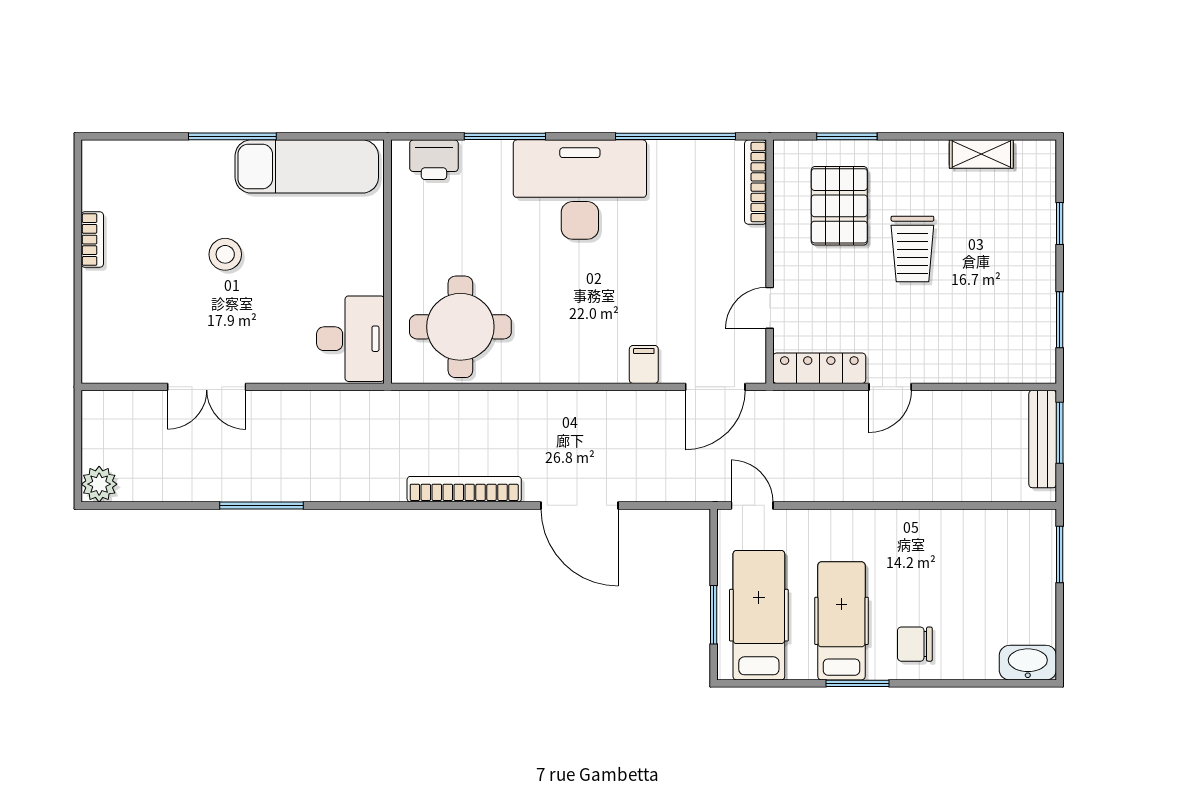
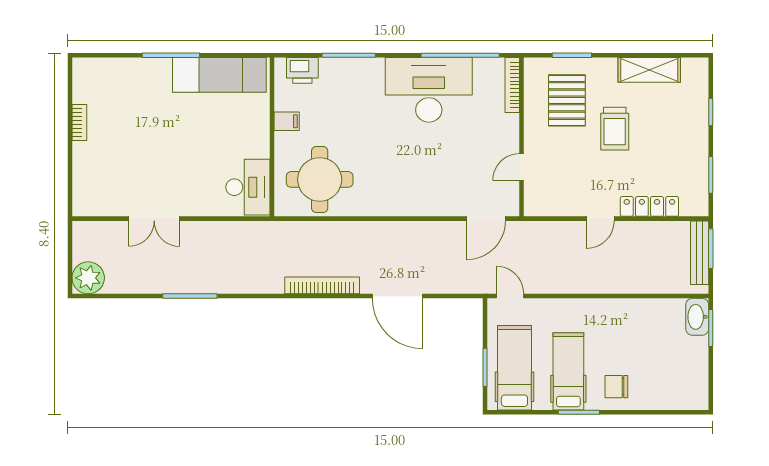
shelving: (981, 154) -> (649, 70), width x1.50, depth x1.33
desk: (580, 190) -> (429, 90), moved
stool: (225, 254) -> (166, 132), removed
filing cabinet: (644, 364) -> (287, 121), moved, turned 90
locker: (819, 368) -> (649, 206), moved
plant: (99, 484) -> (88, 278), width x1.36, depth x1.36
washbasin: (1028, 663) -> (697, 317), moved, turned -90

